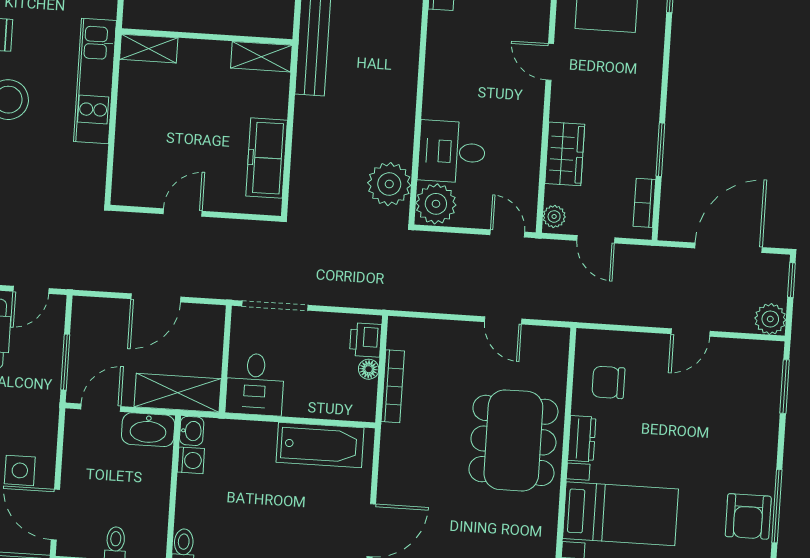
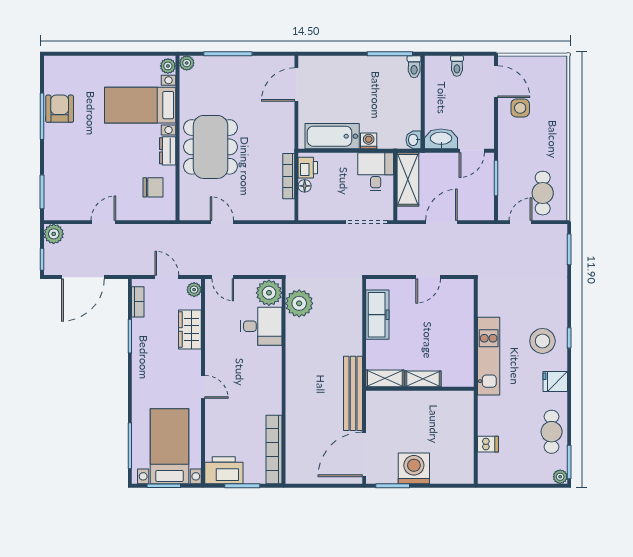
shelving: (149, 49) -> (423, 379), moved
printer: (366, 340) -> (308, 168), moved
shelving: (178, 393) -> (408, 179), moved, turned 90
washing machine: (191, 460) -> (369, 141), moved, turned 90

